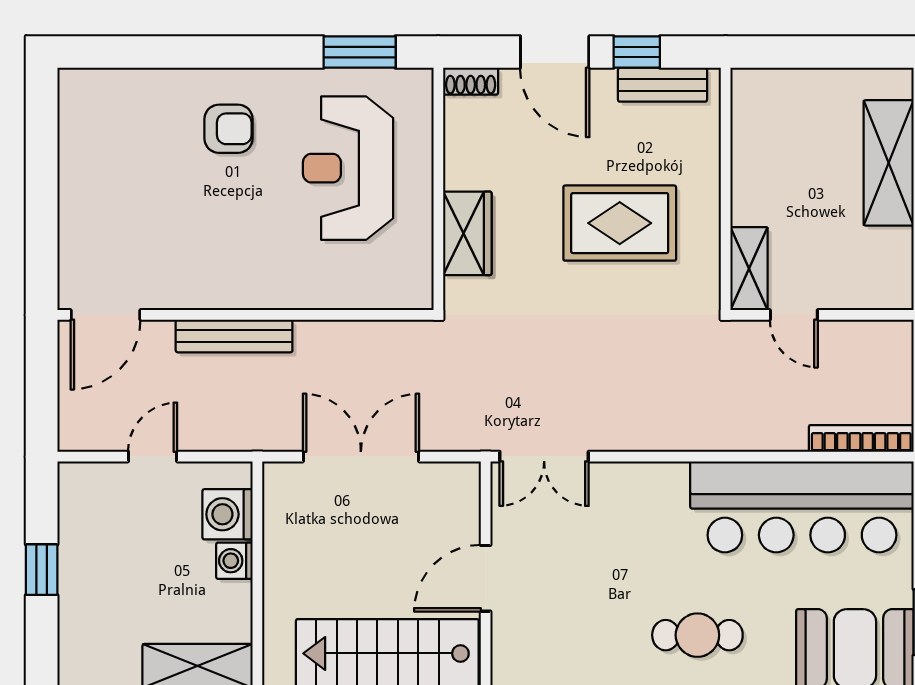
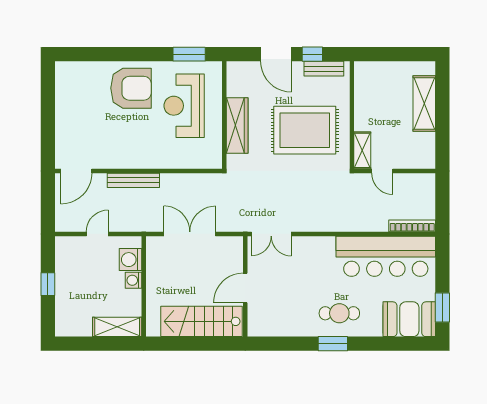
shoe rack: (471, 81) -> (239, 67), removed
armchair: (228, 129) -> (131, 88), width x1.88, depth x1.88
rug: (620, 223) -> (305, 130), width x1.37, depth x1.44
wardrobe: (467, 233) -> (237, 125), width x1.50

